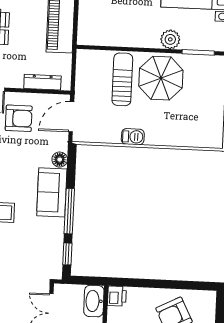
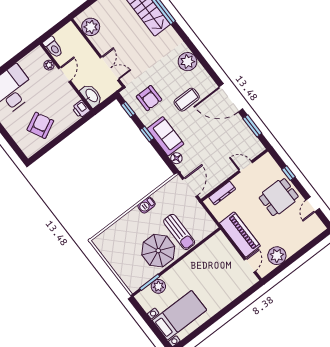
plant: (170, 39) -> (158, 286), moved
armchair: (19, 118) -> (149, 98), moved, turned -90
window: (69, 211) -> (147, 134), width x0.46

